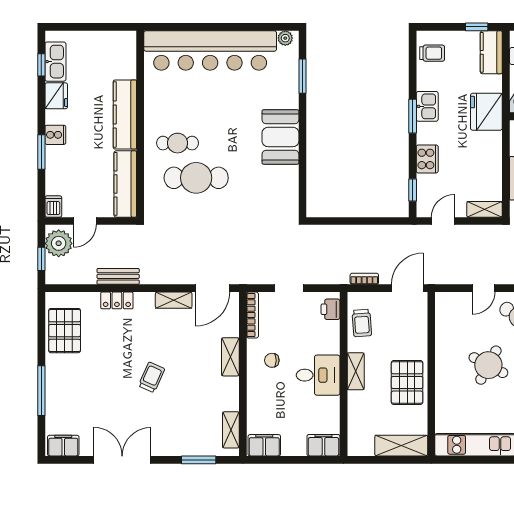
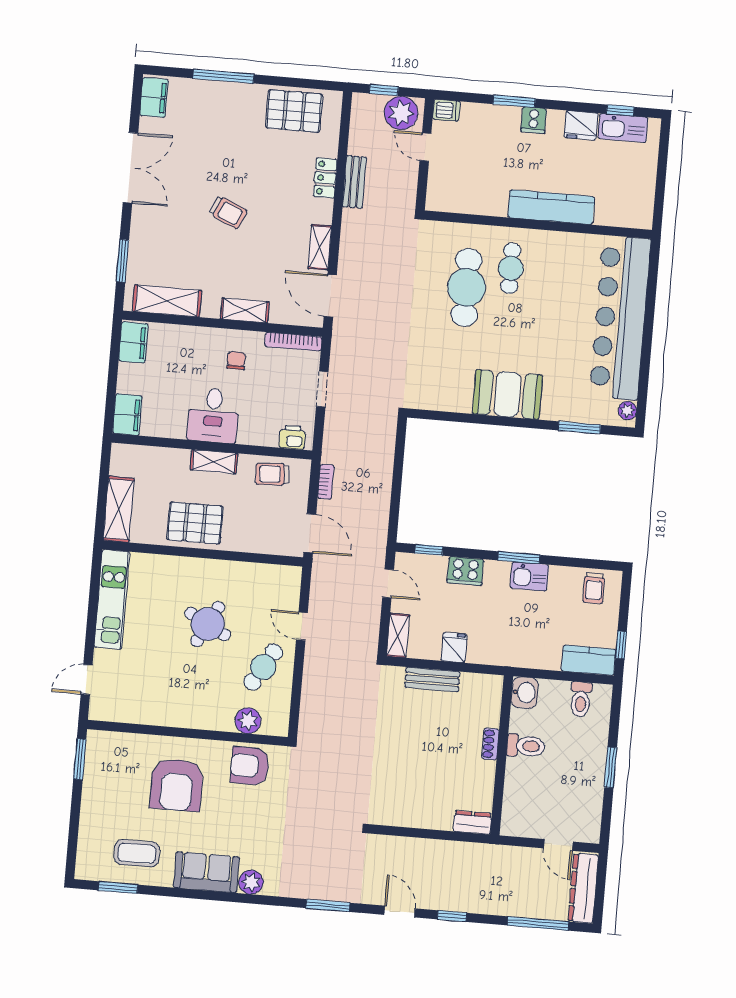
fridge: (486, 112) -> (454, 648), moved, width x0.53, depth x0.75
kitchen counter: (125, 184) -> (466, 200), removed
shelving: (231, 430) -> (167, 301), width x1.50, depth x1.33

